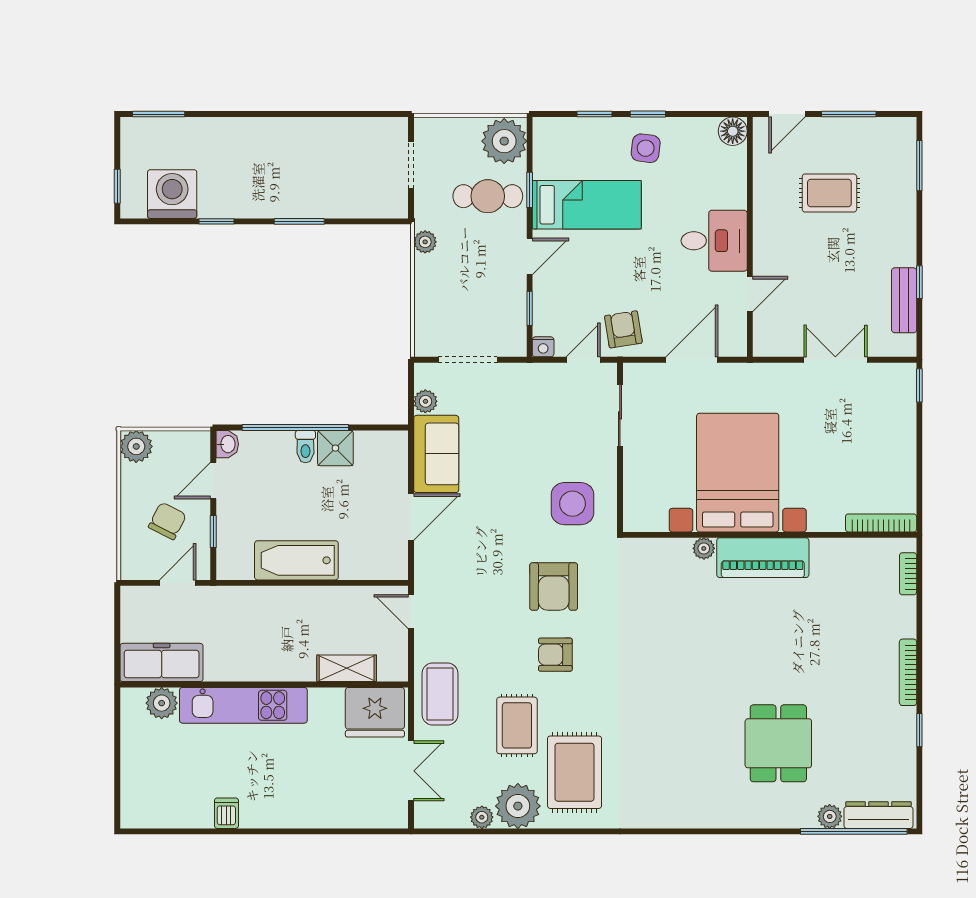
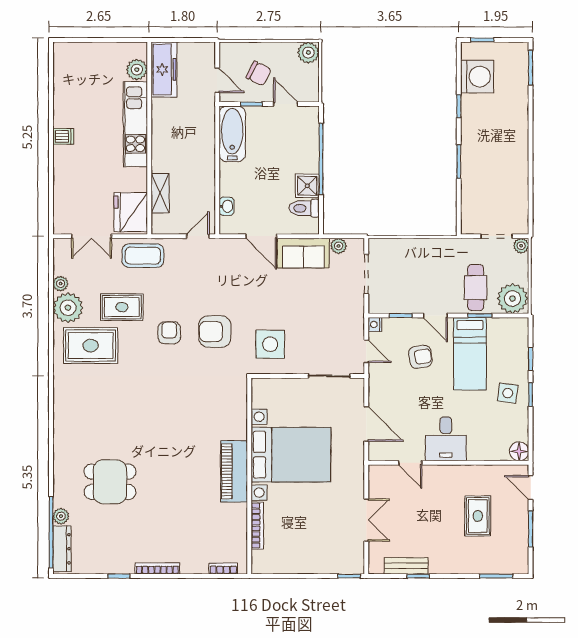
plant: (425, 242) -> (521, 246), moved
armchair: (623, 329) -> (420, 357), moved
washbasin: (227, 444) -> (227, 206), moved, turned -90
toilet: (305, 447) -> (304, 208), moved, width x1.37, depth x1.39
bookcase: (881, 523) -> (257, 526), moved
plant: (704, 548) -> (240, 432), removed
bathtub: (296, 560) -> (232, 134), moved
dishwasher: (226, 813) -> (63, 136), moved

